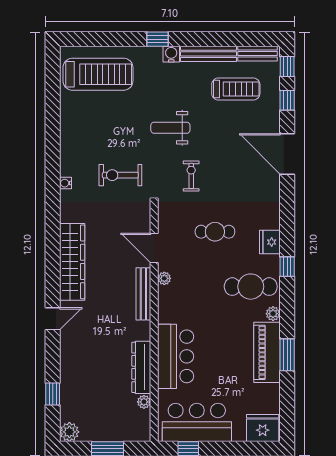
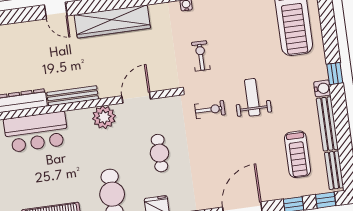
exercise bike: (120, 175) -> (201, 56), width x0.73, depth x0.72
exercise bike: (191, 176) -> (210, 110), moved
plant: (164, 278) -> (104, 117), width x1.87, depth x1.87
bench: (143, 294) -> (73, 96), moved

